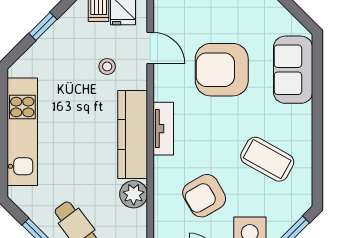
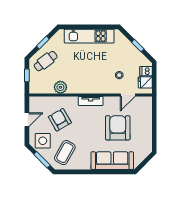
sofa: (293, 70) -> (112, 161), width x1.36
kitchen counter: (133, 134) -> (88, 87), removed
coffee table: (267, 159) -> (65, 153), moved

